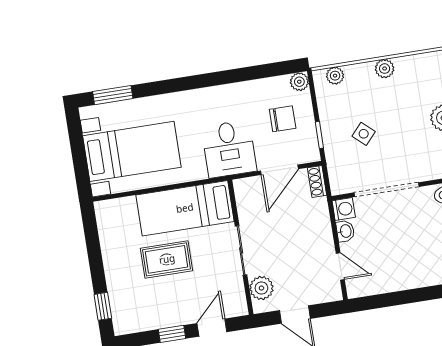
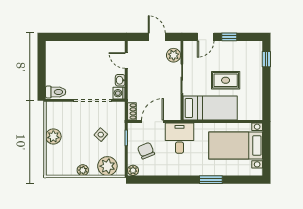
plant: (335, 76) -> (107, 166), width x1.88, depth x1.88
window: (113, 95) -> (211, 180), moved
chair: (283, 119) -> (146, 151), turned 67

